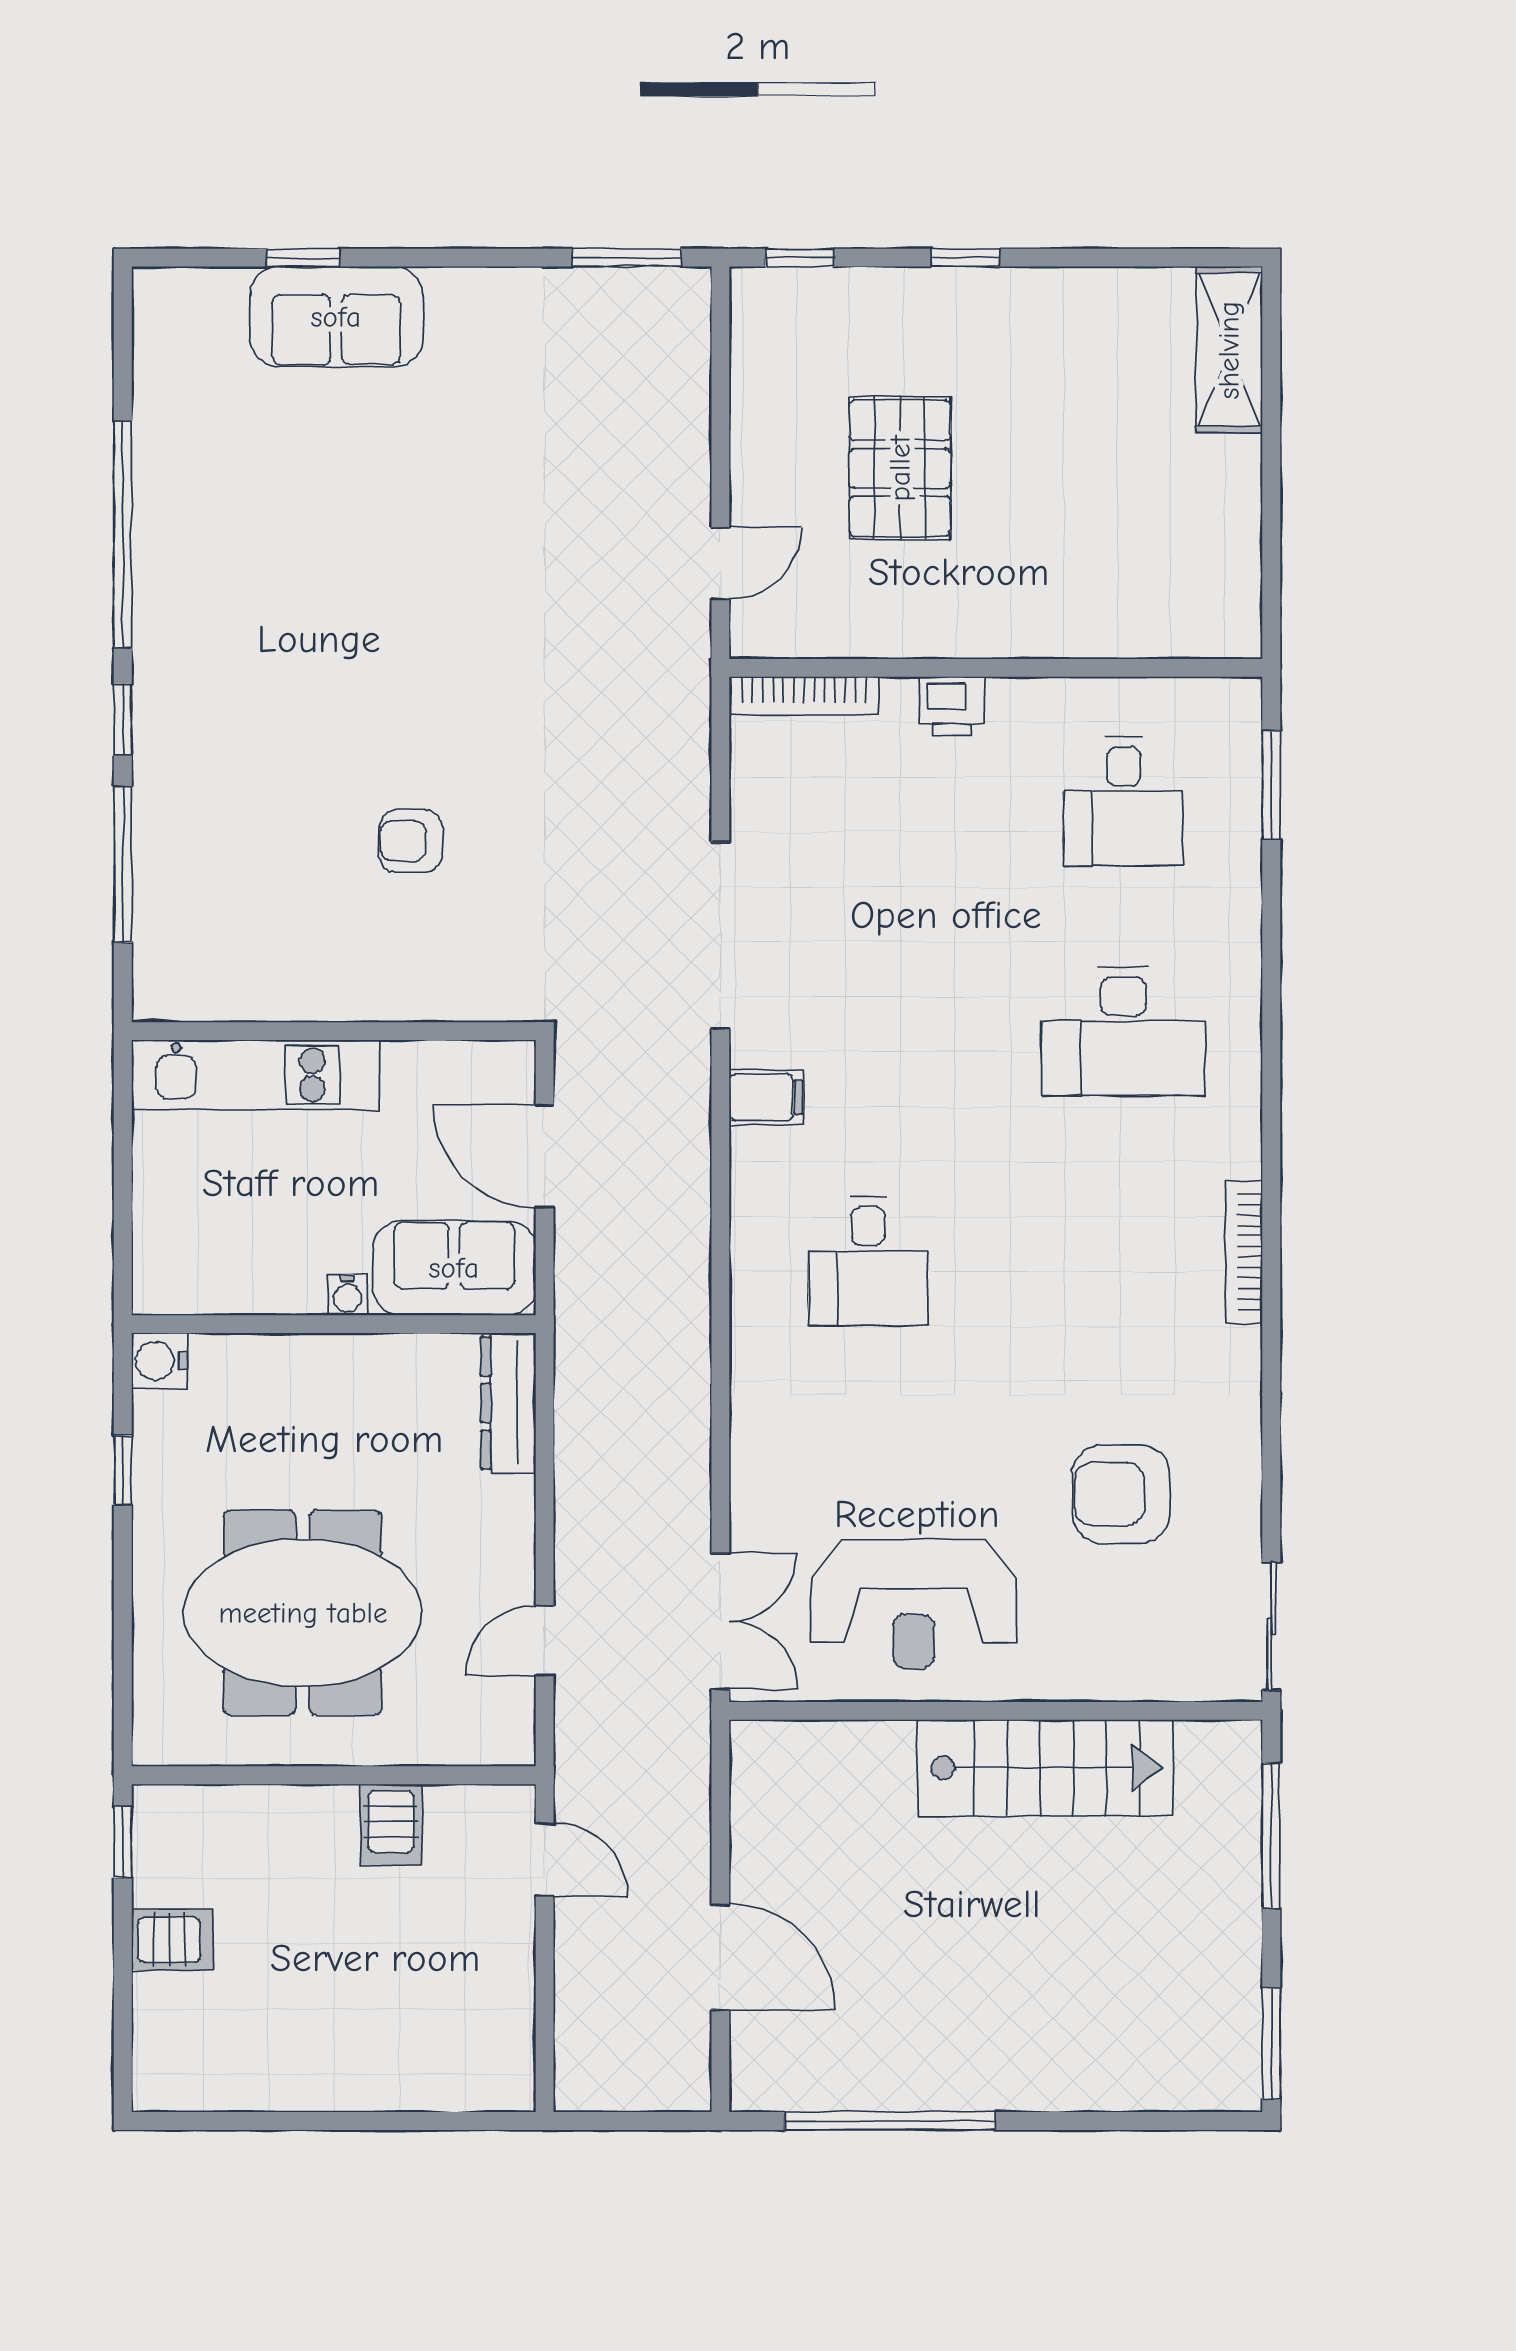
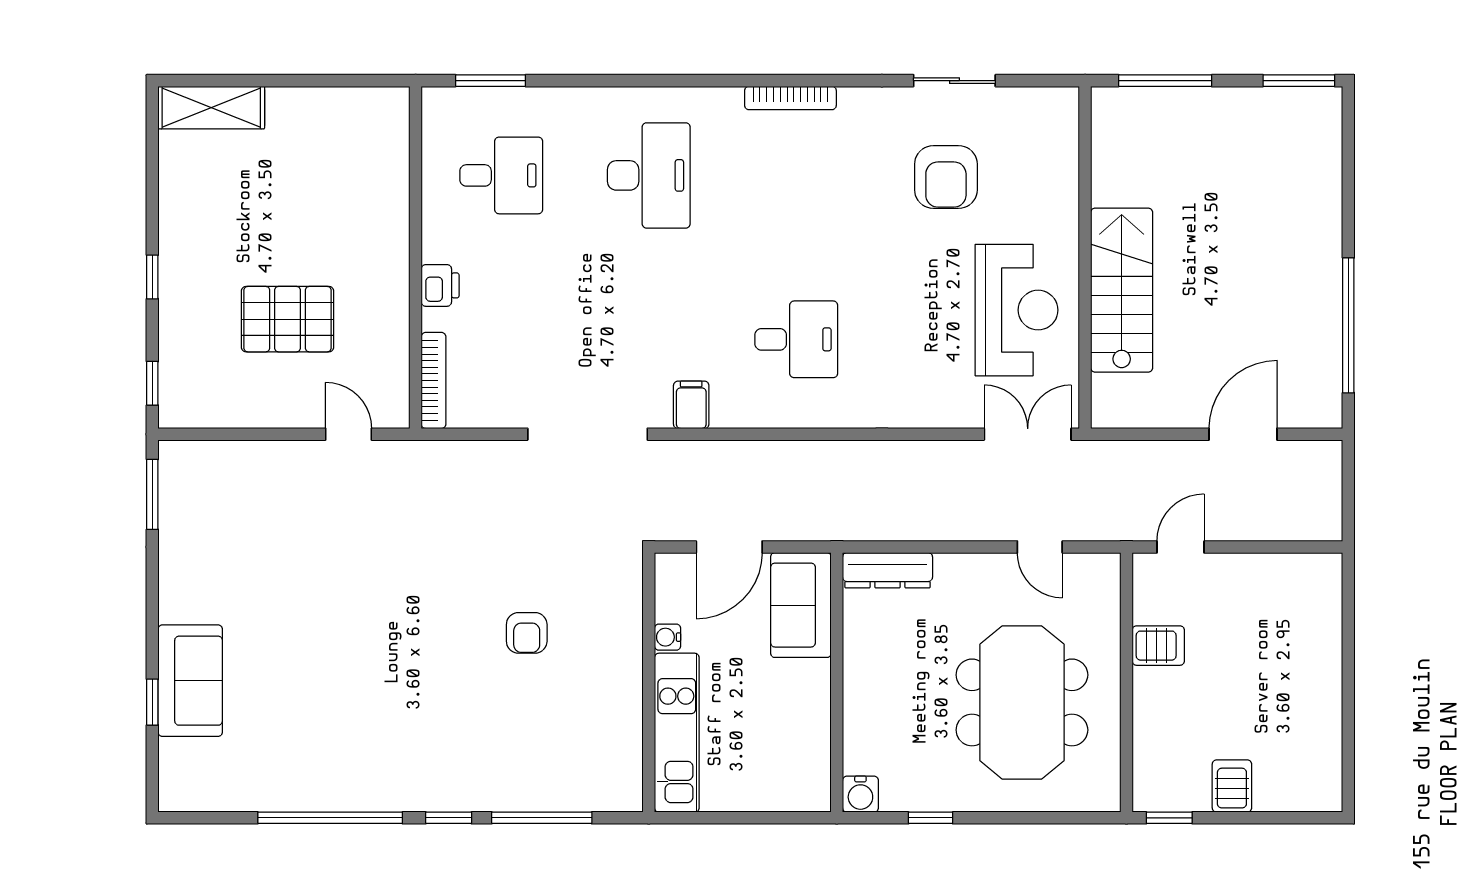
water cooler: (347, 1295) -> (668, 637), moved, turned 180
sliding door: (1271, 1626) -> (954, 81), moved
stairs: (1045, 1768) -> (1122, 290), moved

